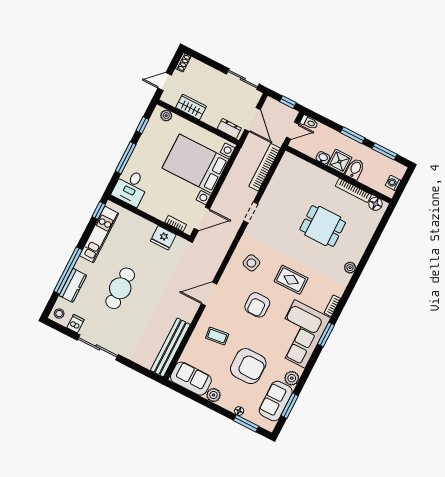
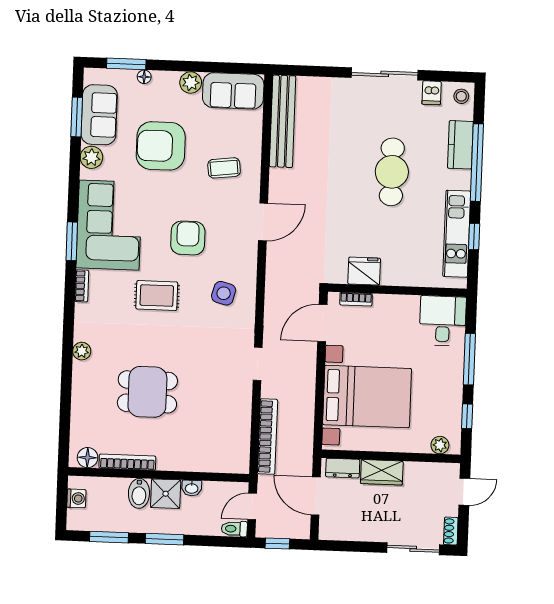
sliding door: (243, 79) -> (413, 549), moved
wardrobe: (191, 107) -> (382, 472), moved
window: (99, 210) -> (474, 236), moved

